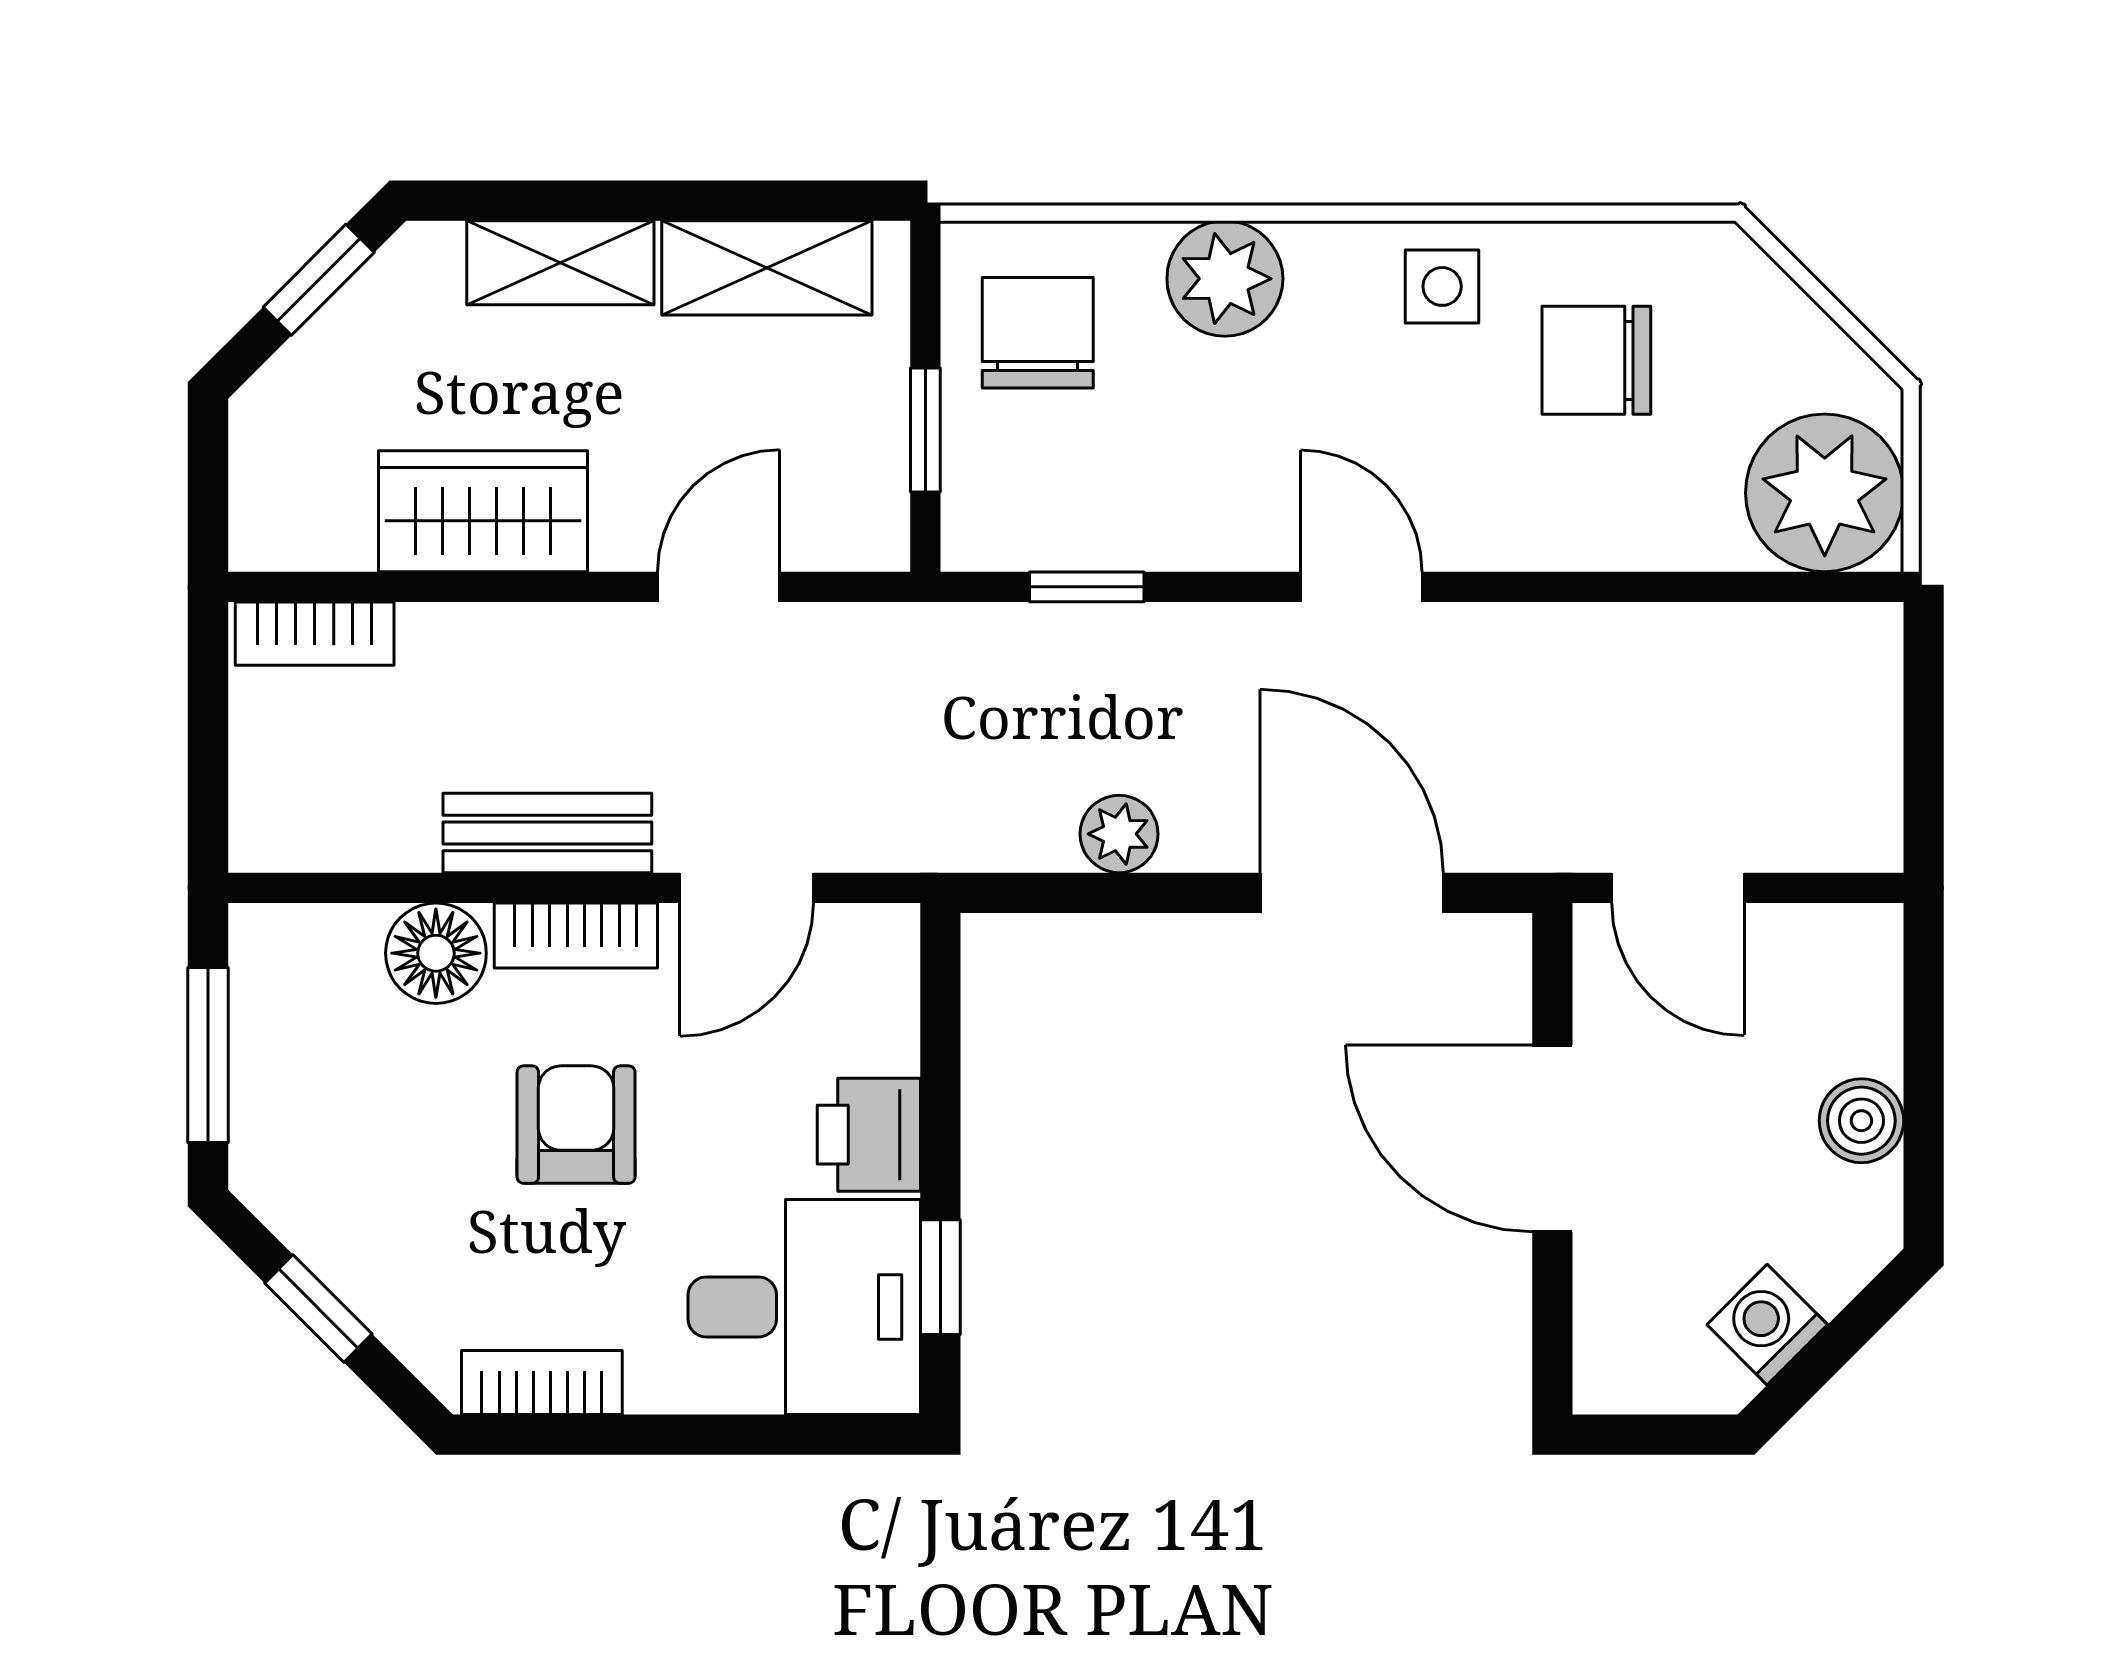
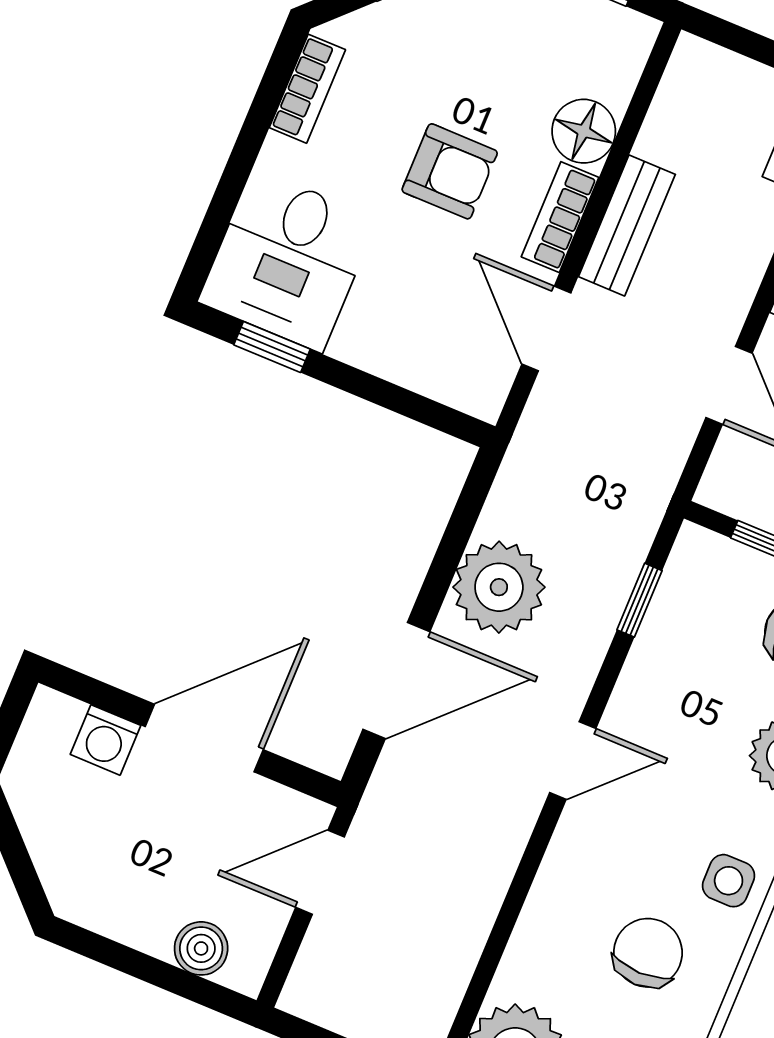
plant: (1119, 834) -> (499, 587), width x1.87, depth x1.87
boiler: (1861, 1121) -> (201, 948), moved
printer: (869, 1135) -> (373, 340), removed
washing machine: (1767, 1325) -> (105, 740), moved, turned 135

